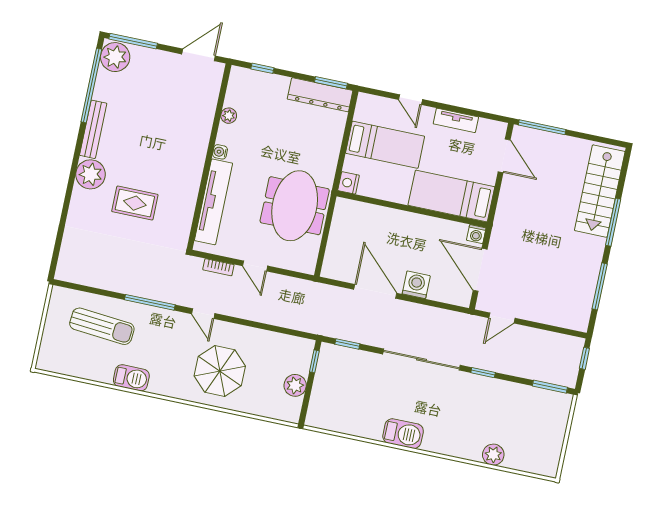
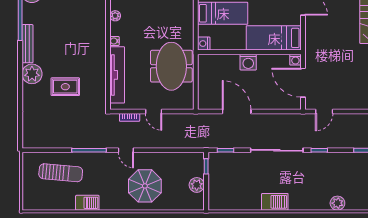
washing machine: (416, 285) -> (248, 62), moved, turned 180

